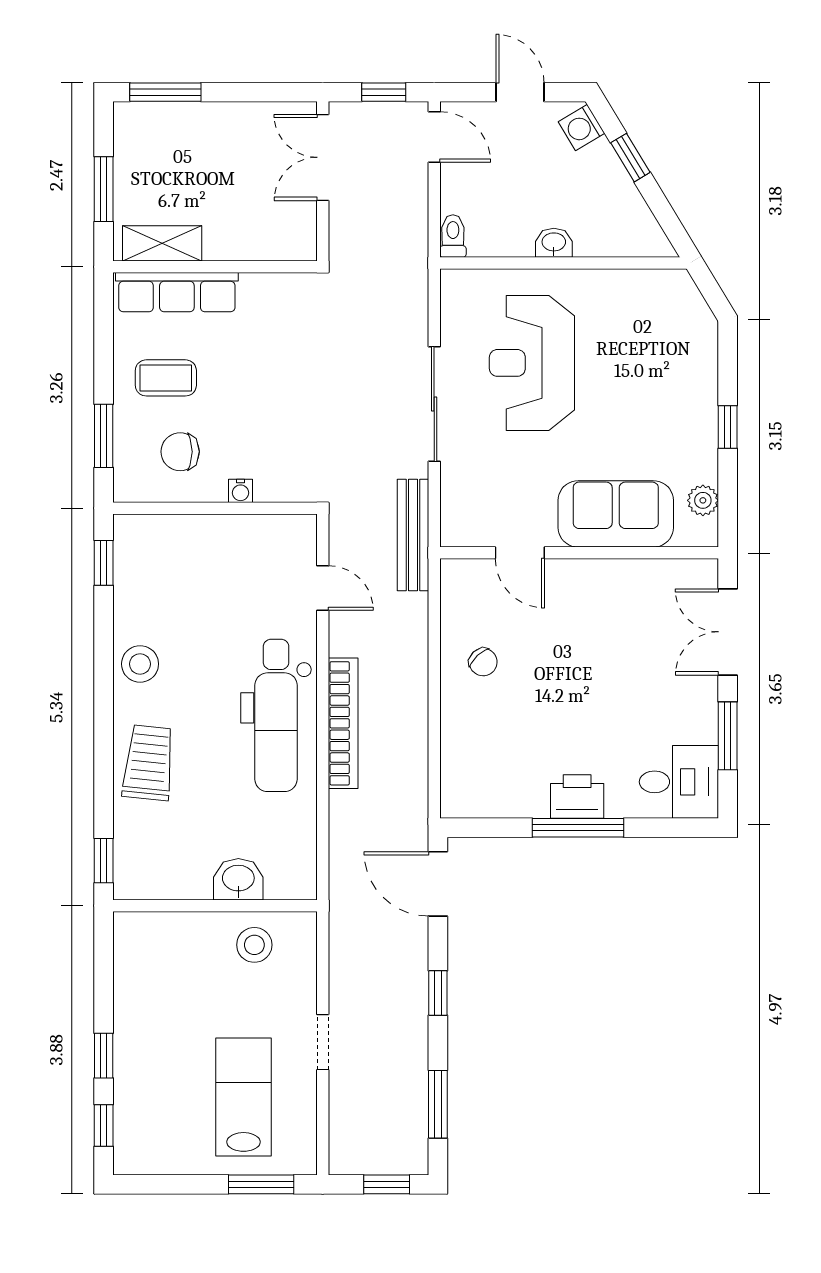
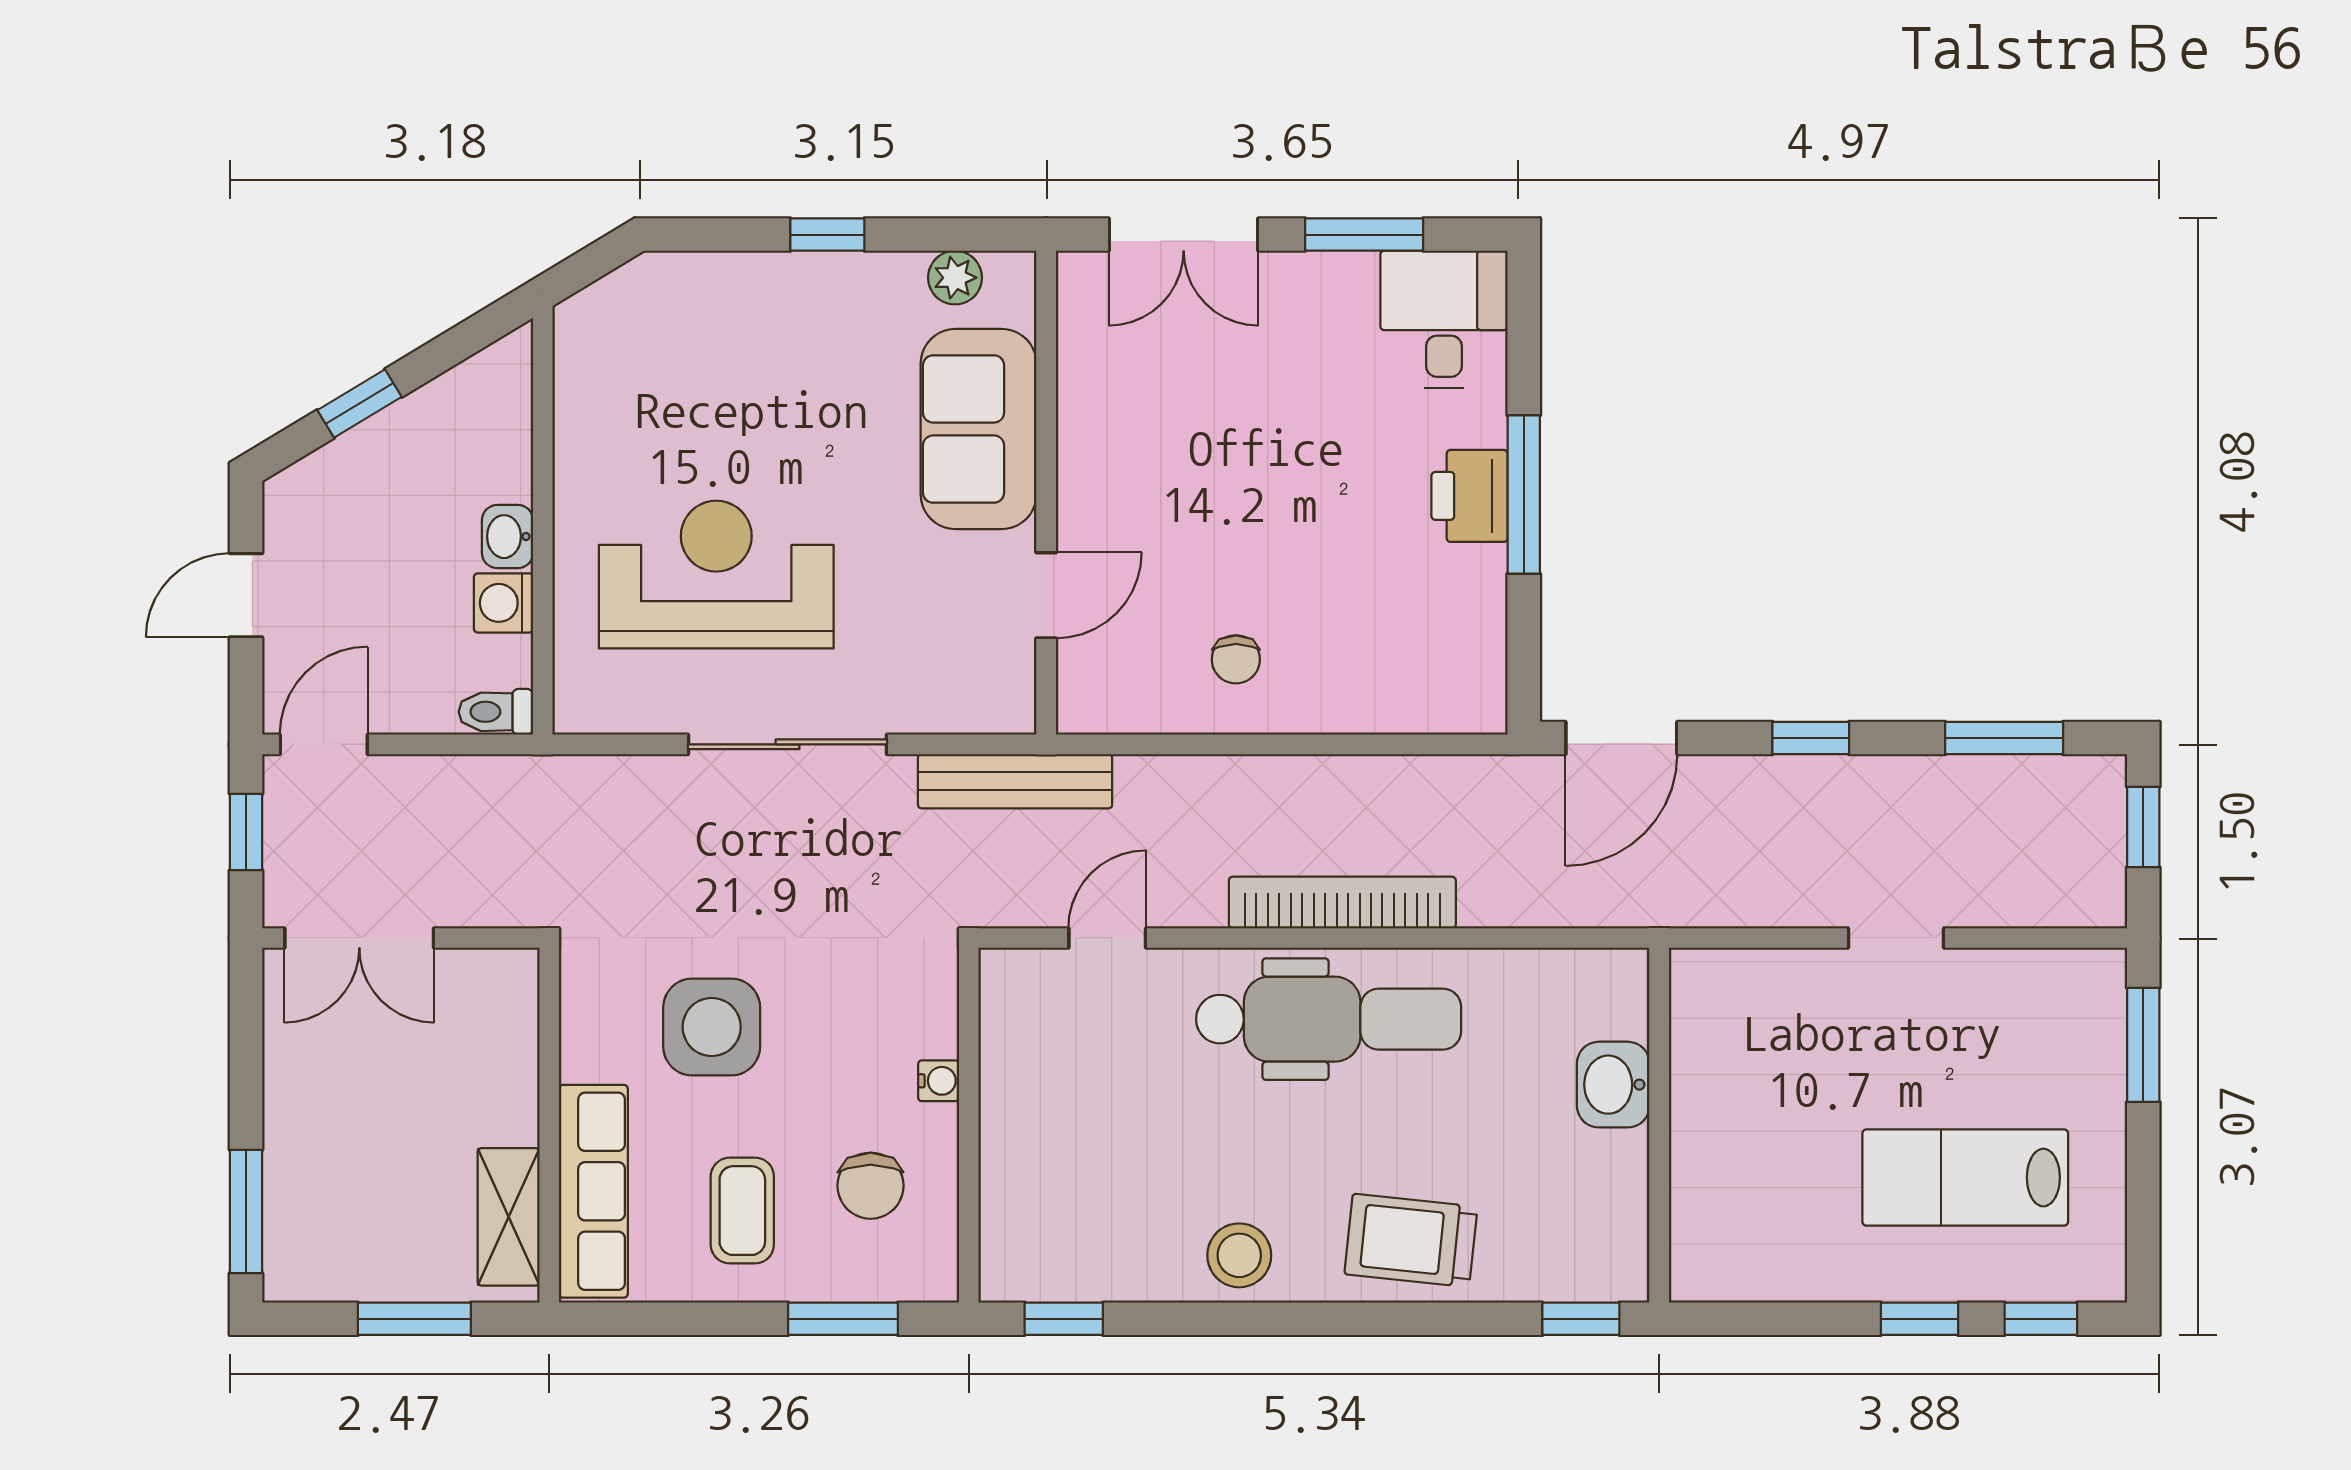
washing machine: (581, 127) -> (504, 603), moved, turned 121
side table: (271, 360) -> (712, 1027), added
reception desk: (532, 363) -> (716, 575), turned 180
chair: (483, 662) -> (1236, 659), turned 133
stool: (254, 945) -> (1727, 1057), removed
lab bench: (243, 1097) -> (1965, 1178), moved

